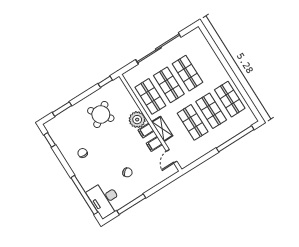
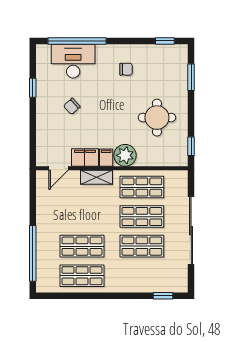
window: (210, 40) -> (163, 296), added
round table: (101, 114) -> (157, 118), turned 37
shop shelf: (193, 122) -> (82, 217), removed
filing cabinet: (154, 144) -> (85, 158), width x2.00
door: (172, 156) -> (59, 168), swing flipped
desk: (105, 199) -> (73, 61), moved
window: (131, 204) -> (33, 88), width x0.46

